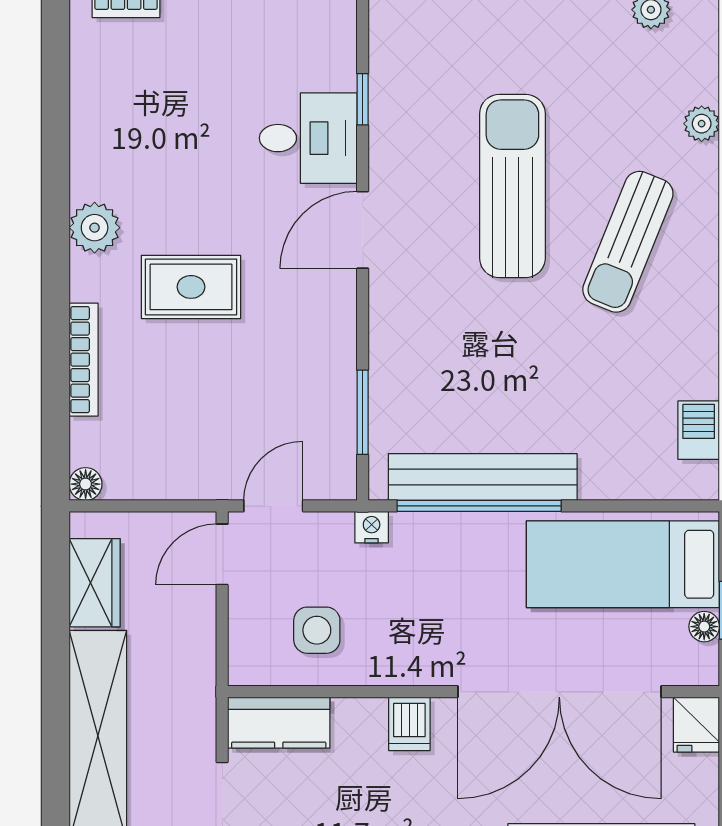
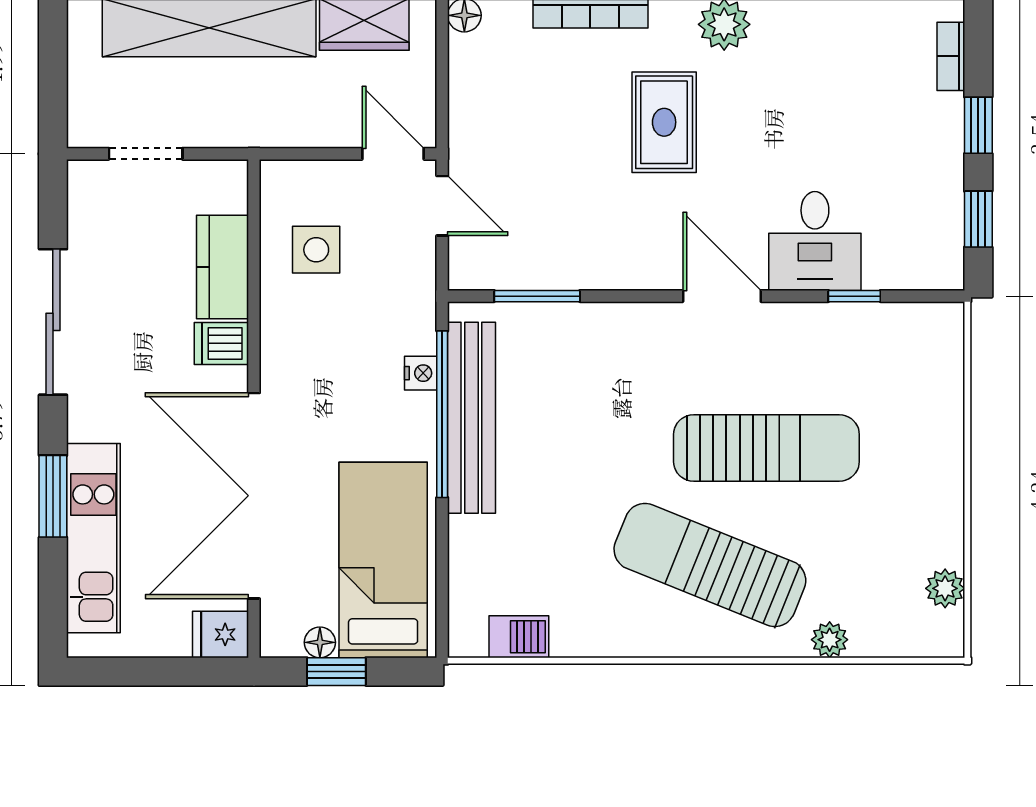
sun lounger: (628, 242) -> (710, 565), width x1.36, depth x1.34
nightstand: (372, 527) -> (421, 373), moved
kitchen counter: (279, 723) -> (223, 267), moved

